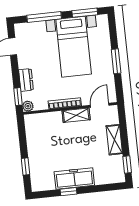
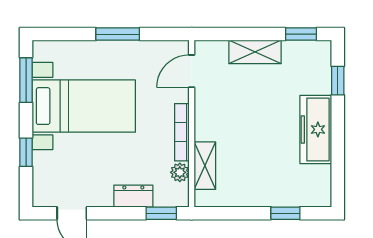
window: (44, 17) -> (26, 152), width x0.46
door: (100, 105) -> (192, 71), hinge flipped
plant: (28, 106) -> (180, 172), moved
shelving: (76, 115) -> (205, 166), moved
window: (68, 192) -> (338, 81), moved

